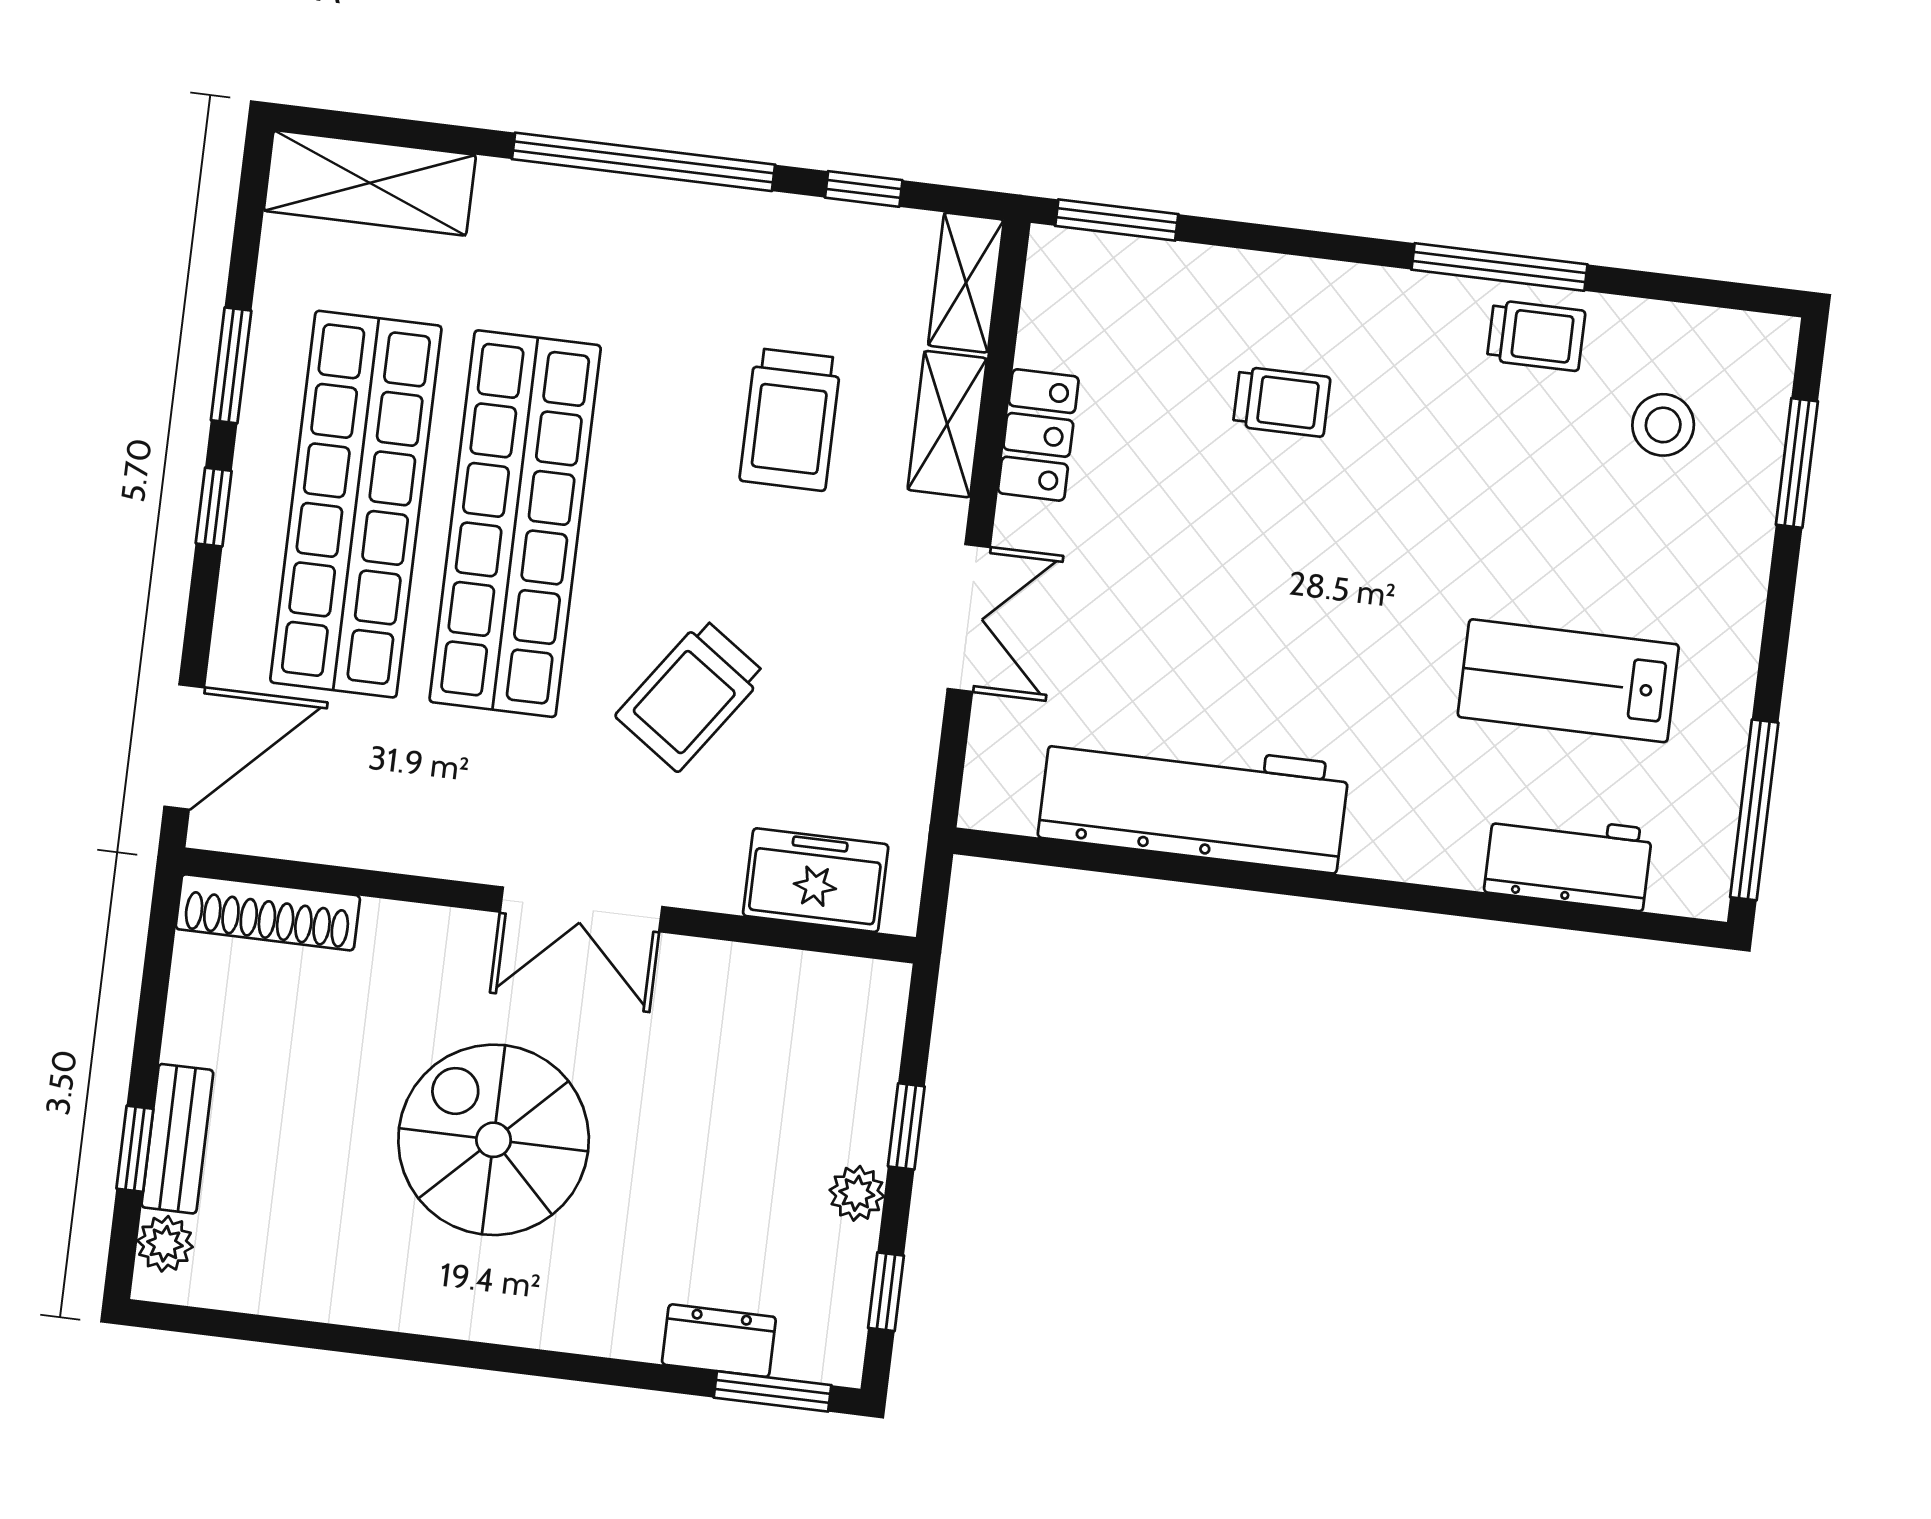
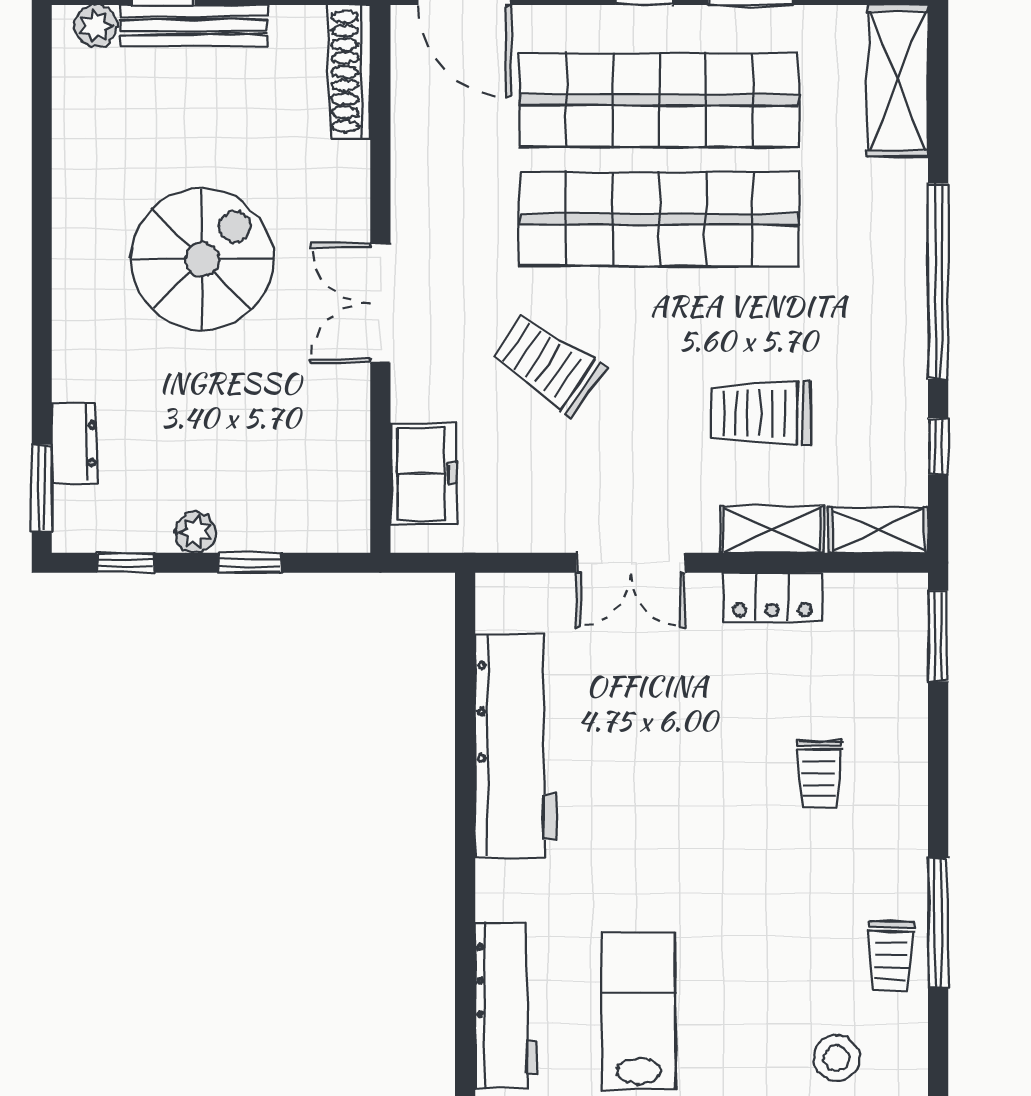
workbench: (1568, 861) -> (506, 1005), width x1.38
bench: (177, 1139) -> (194, 25), width x1.36

